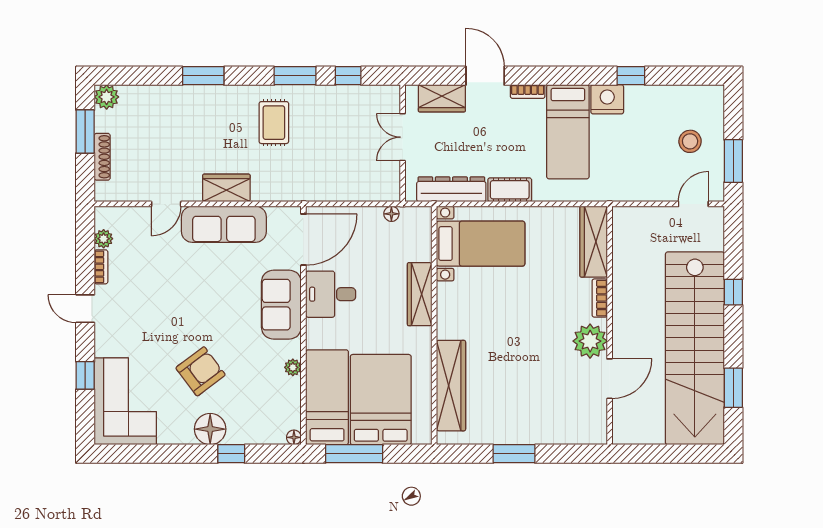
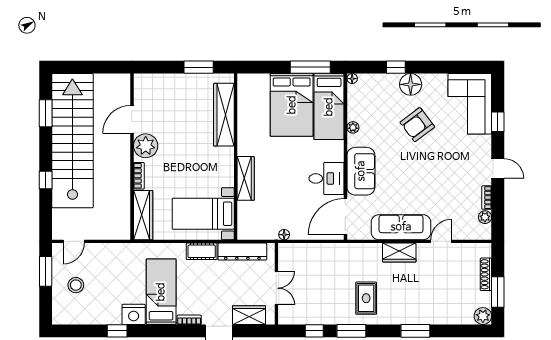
bed with nightstands: (481, 244) -> (203, 214), moved
wardrobe: (420, 294) -> (246, 178), moved
wall: (434, 325) -> (236, 157), moved
wardrobe: (451, 386) -> (224, 115), moved

